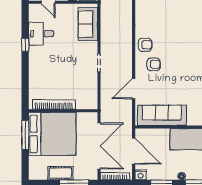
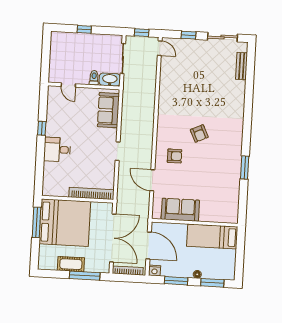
desk: (41, 34) -> (57, 150), moved
armchair: (145, 45) -> (199, 134), moved, turned 65
door: (134, 89) -> (152, 180), hinge flipped
bookcase: (54, 105) -> (91, 194), moved
sofa: (162, 115) -> (180, 210), width x0.73

